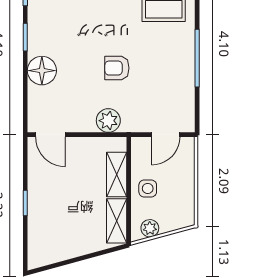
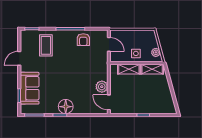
armchair: (117, 68) -> (83, 40), moved
floor lamp: (42, 71) -> (66, 107), moved
plant: (108, 121) -> (102, 87), moved
door: (50, 135) -> (109, 102), swing flipped

